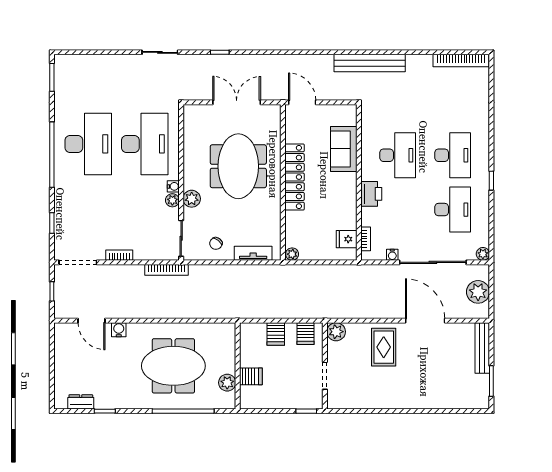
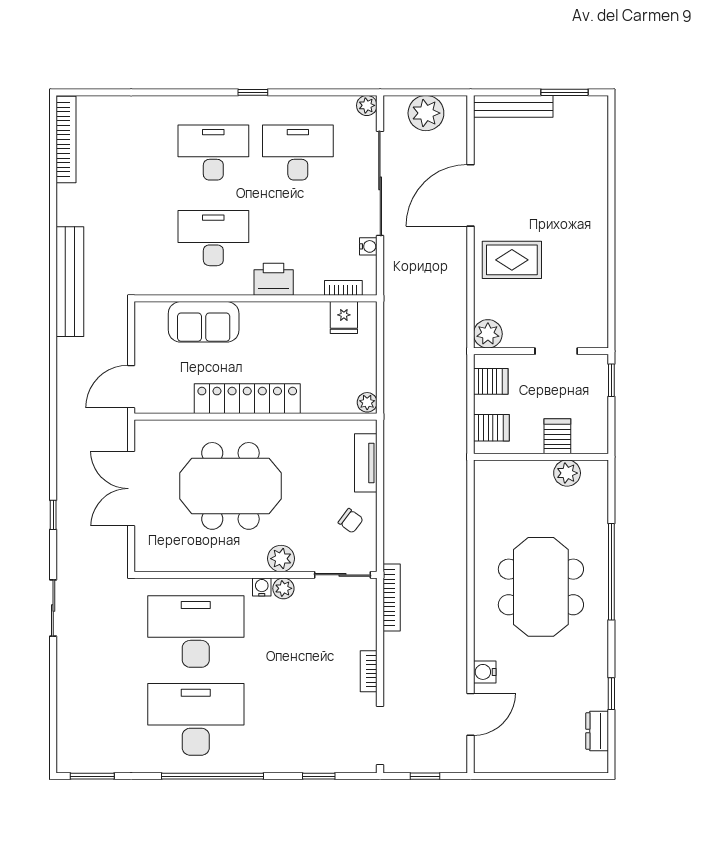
wall: (238, 366) -> (541, 457), moved
server rack: (251, 376) -> (557, 436), moved
plant: (227, 383) -> (567, 473), moved

